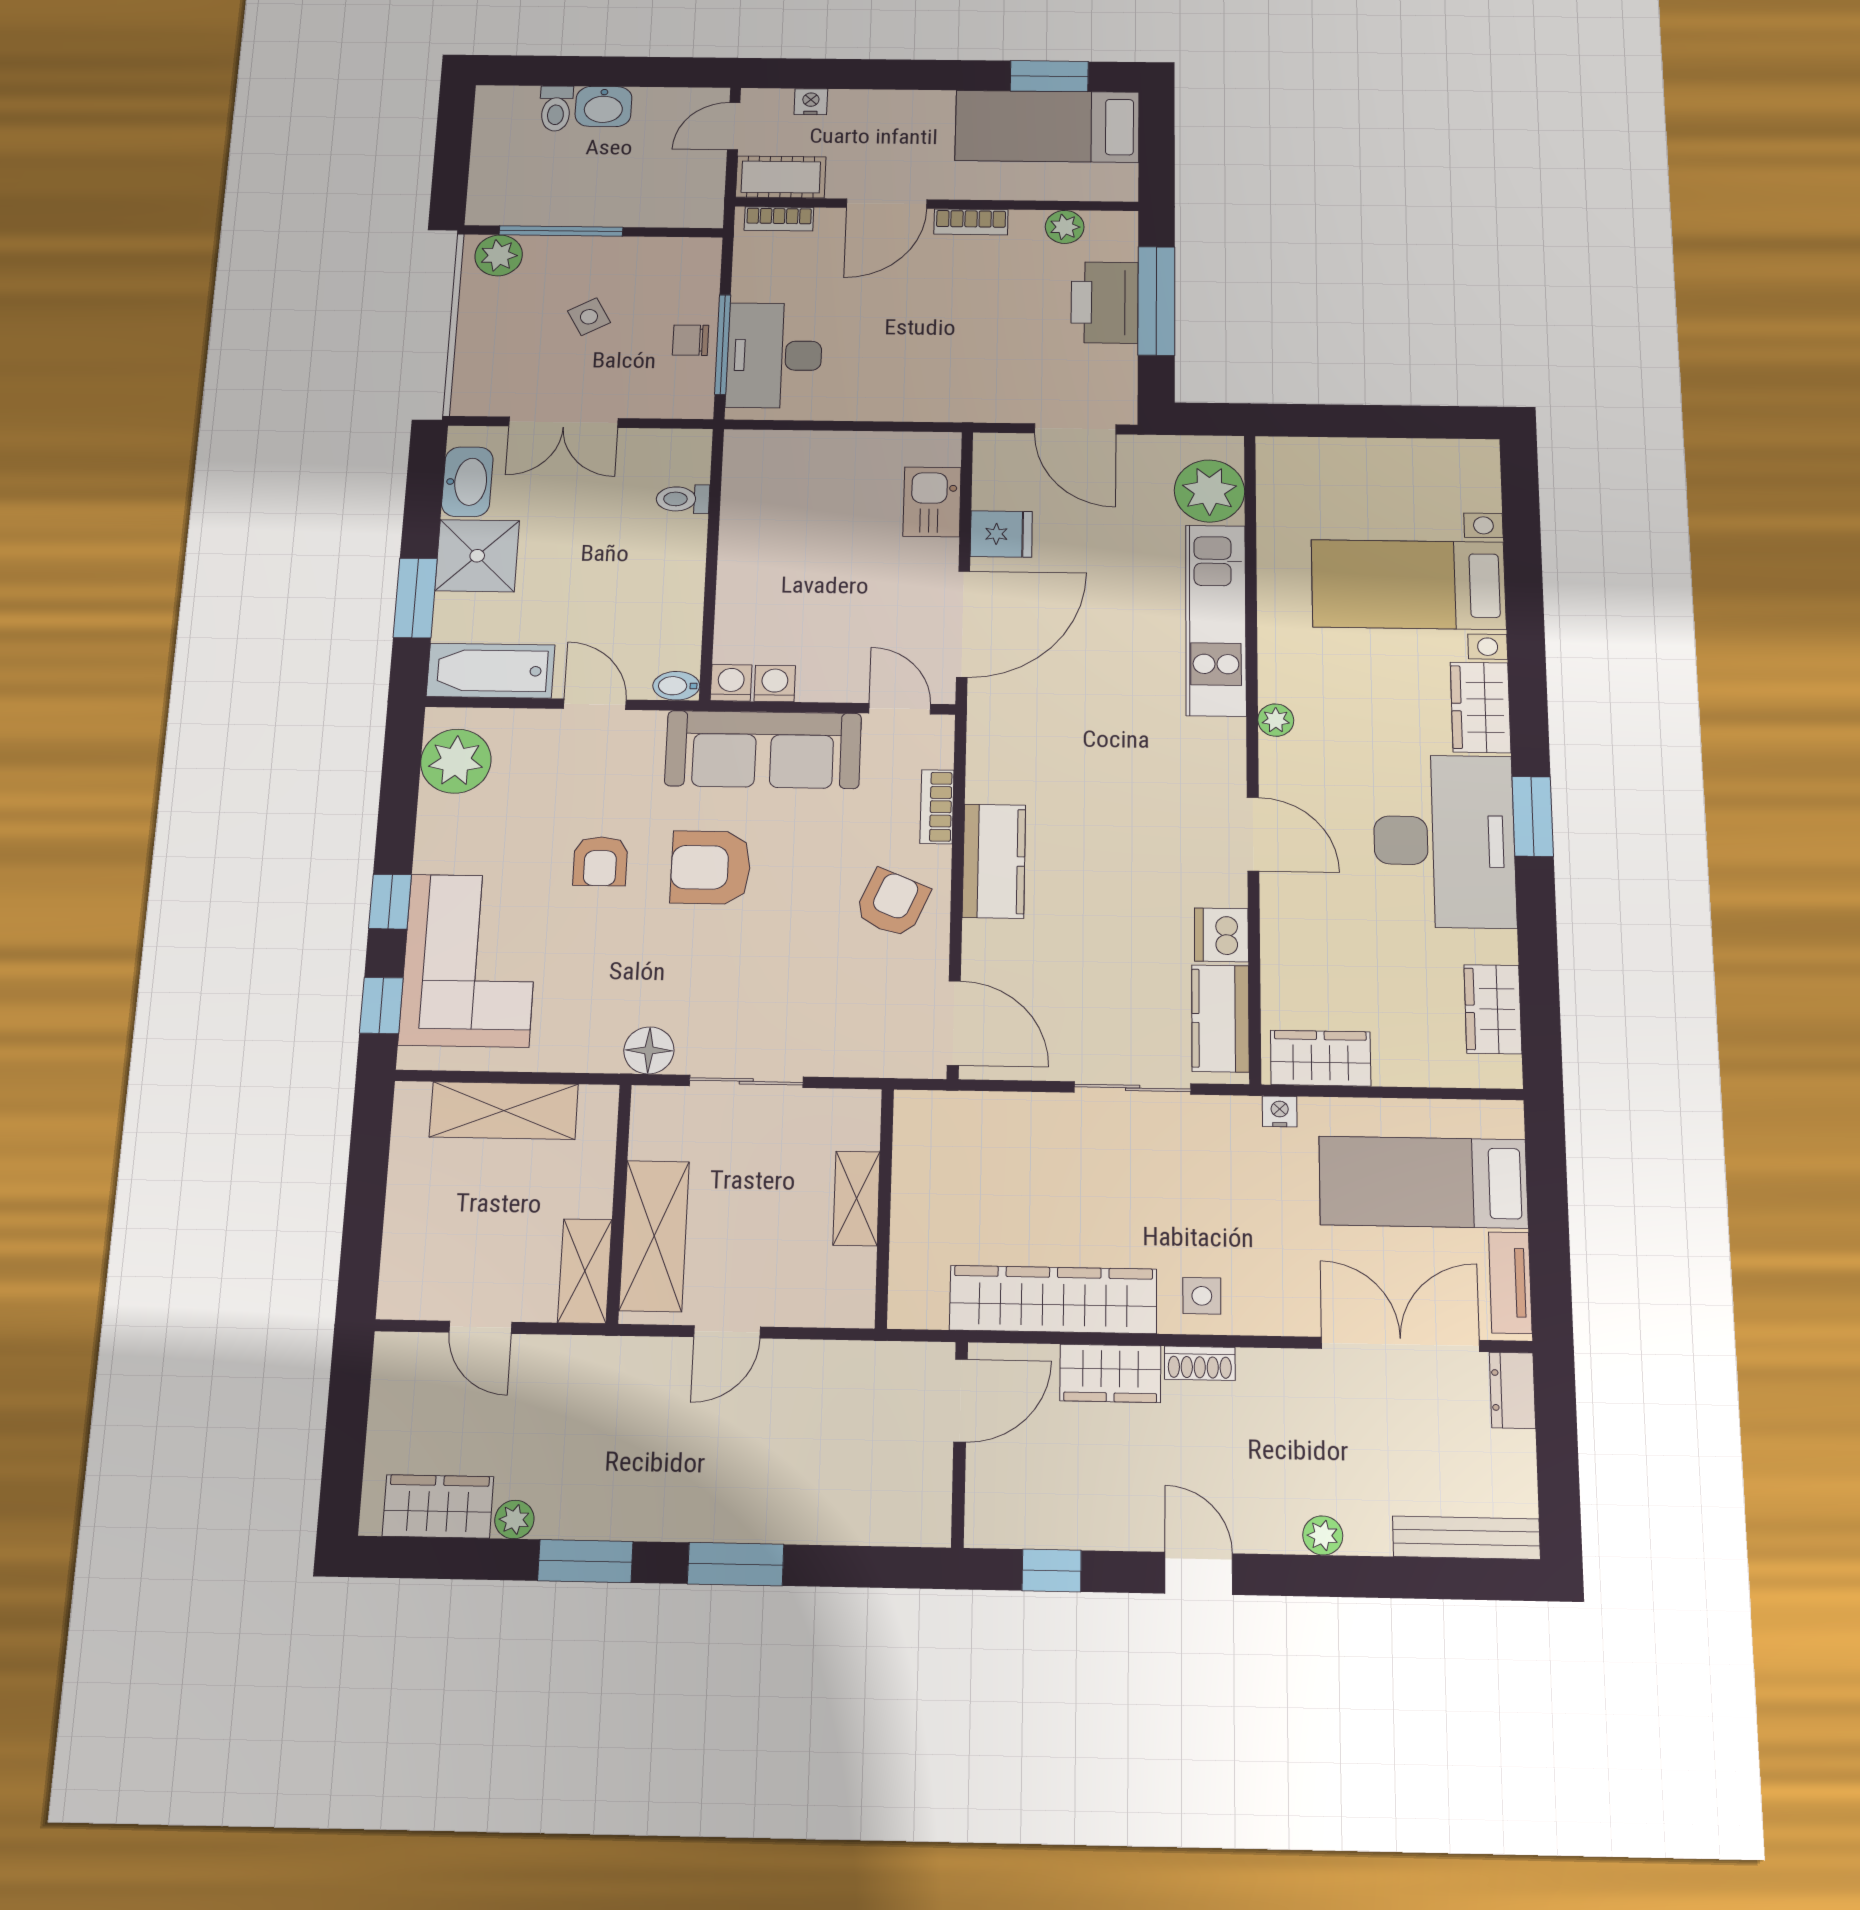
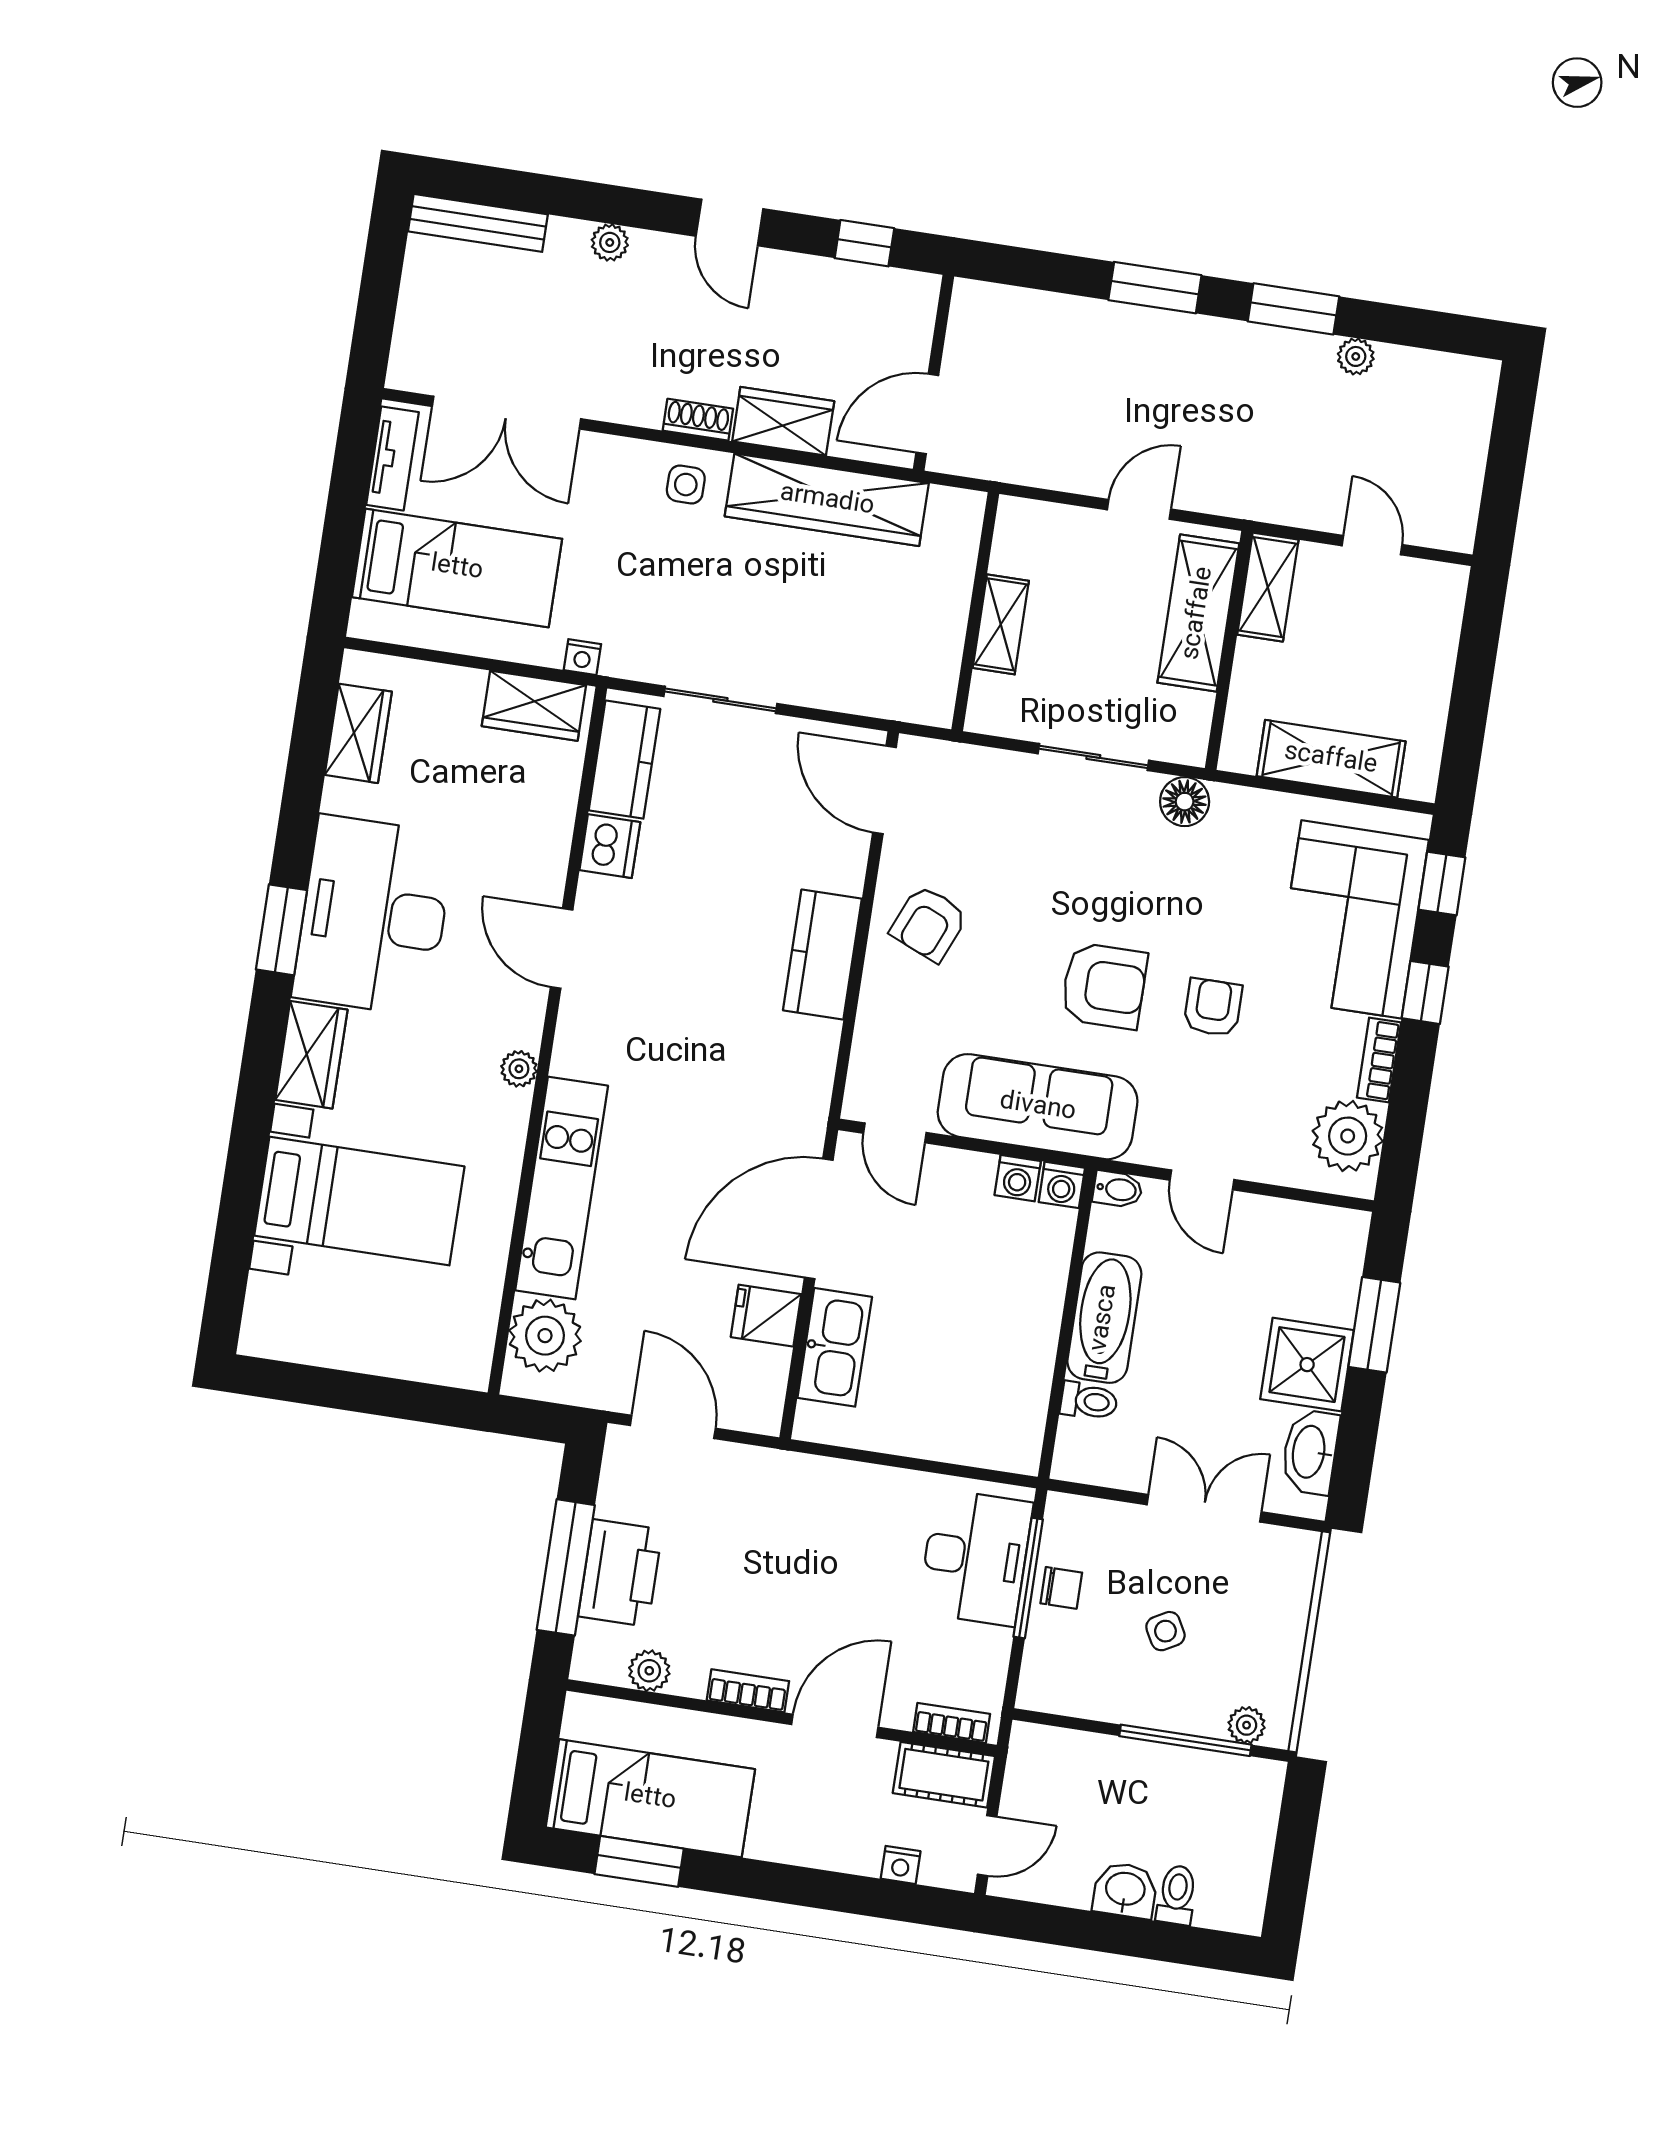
plant: (499, 255) -> (1247, 1725), width x0.73, depth x0.73
kitchen sink: (932, 502) -> (835, 1347), width x1.38
bathtub: (491, 671) -> (1104, 1318), moved, turned -90
bookcase: (937, 807) -> (1379, 1060), moved, turned 180
dresser: (1512, 1390) -> (410, 355), removed
wardrobe: (438, 1506) -> (1426, 378), removed

